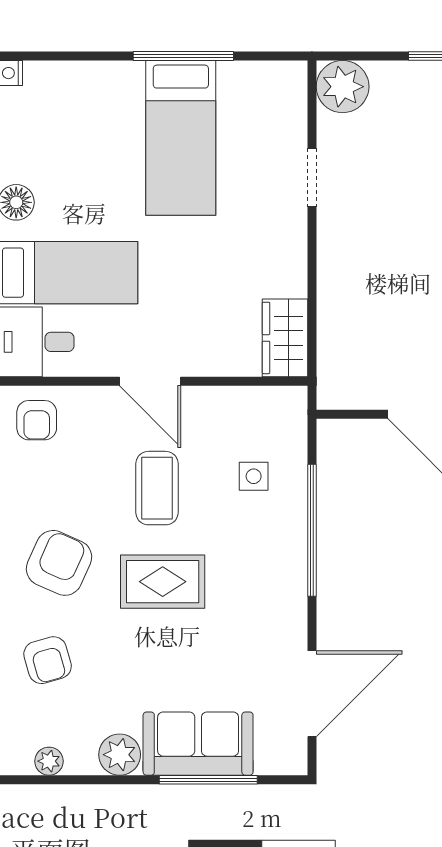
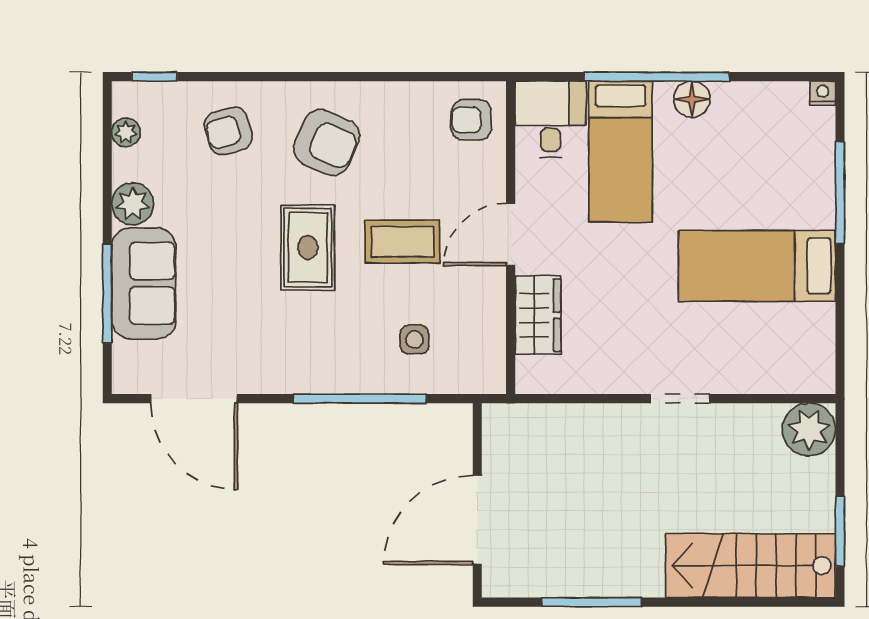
window: (183, 56) -> (840, 193), moved
doorway: (312, 177) -> (680, 399), moved
wardrobe: (285, 338) -> (538, 315), moved, turned 90

